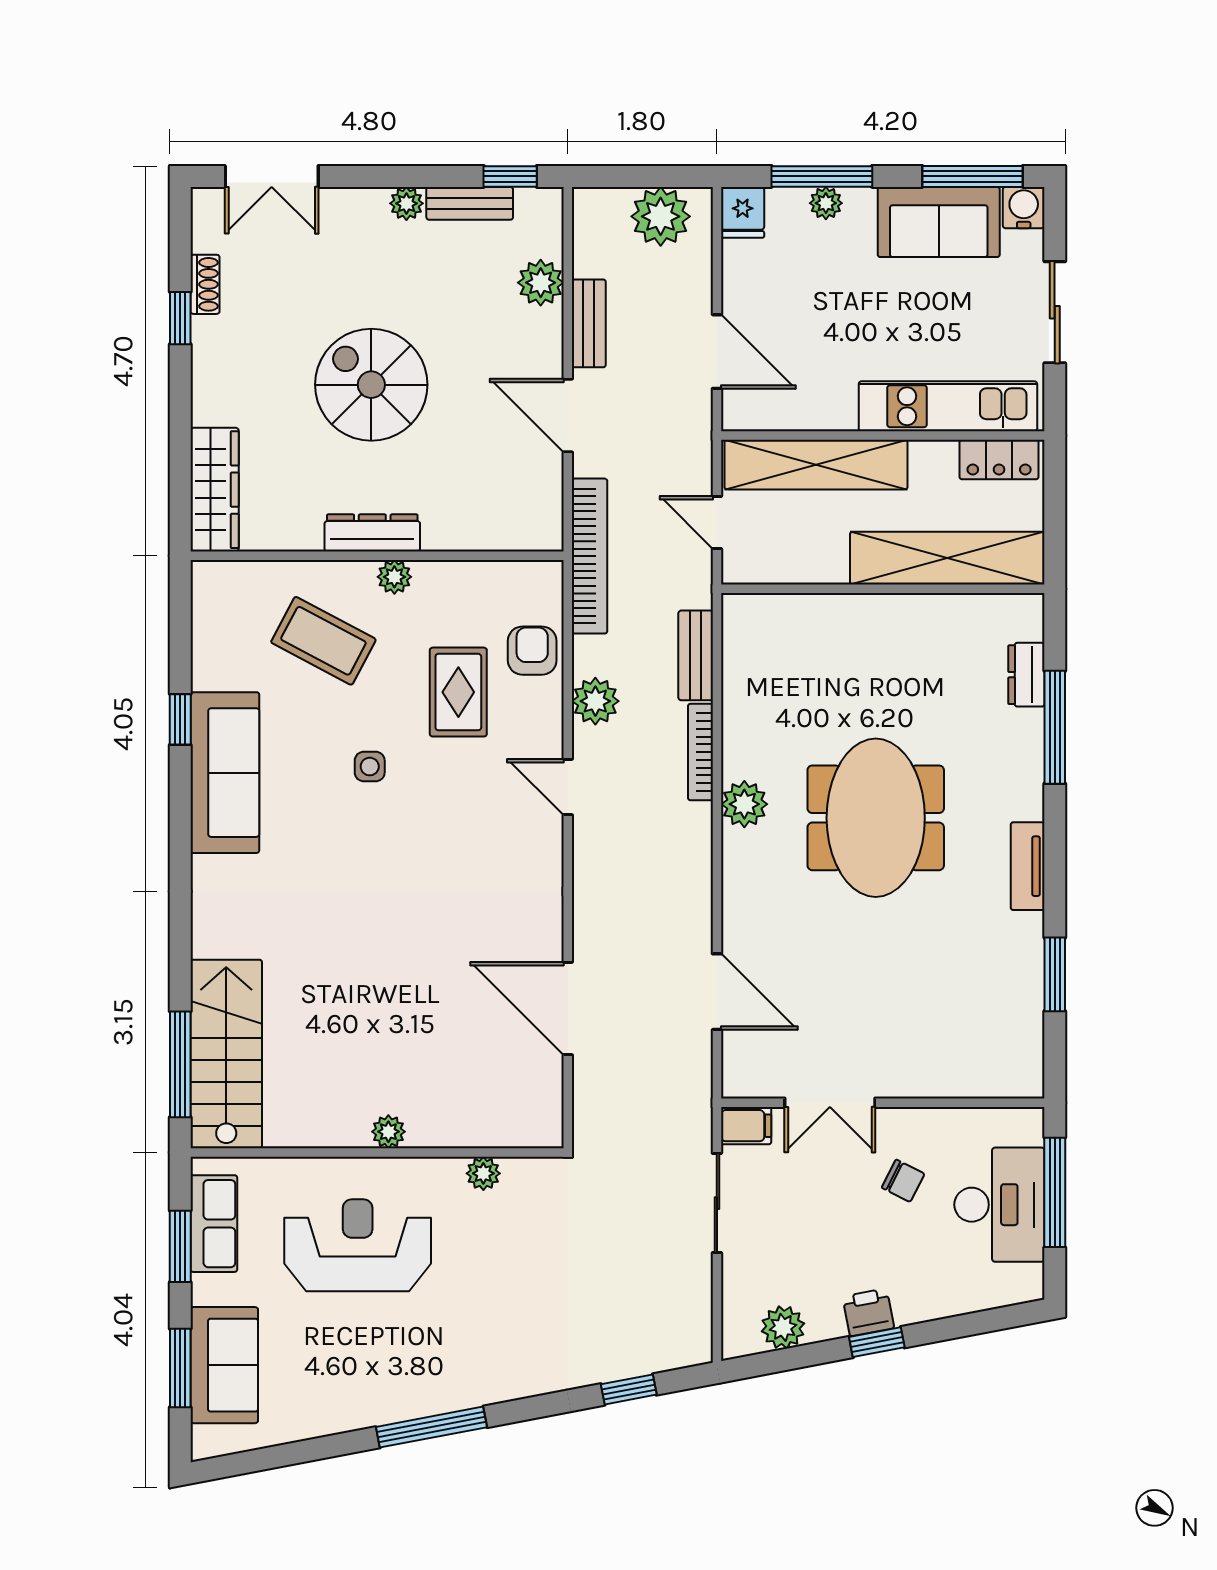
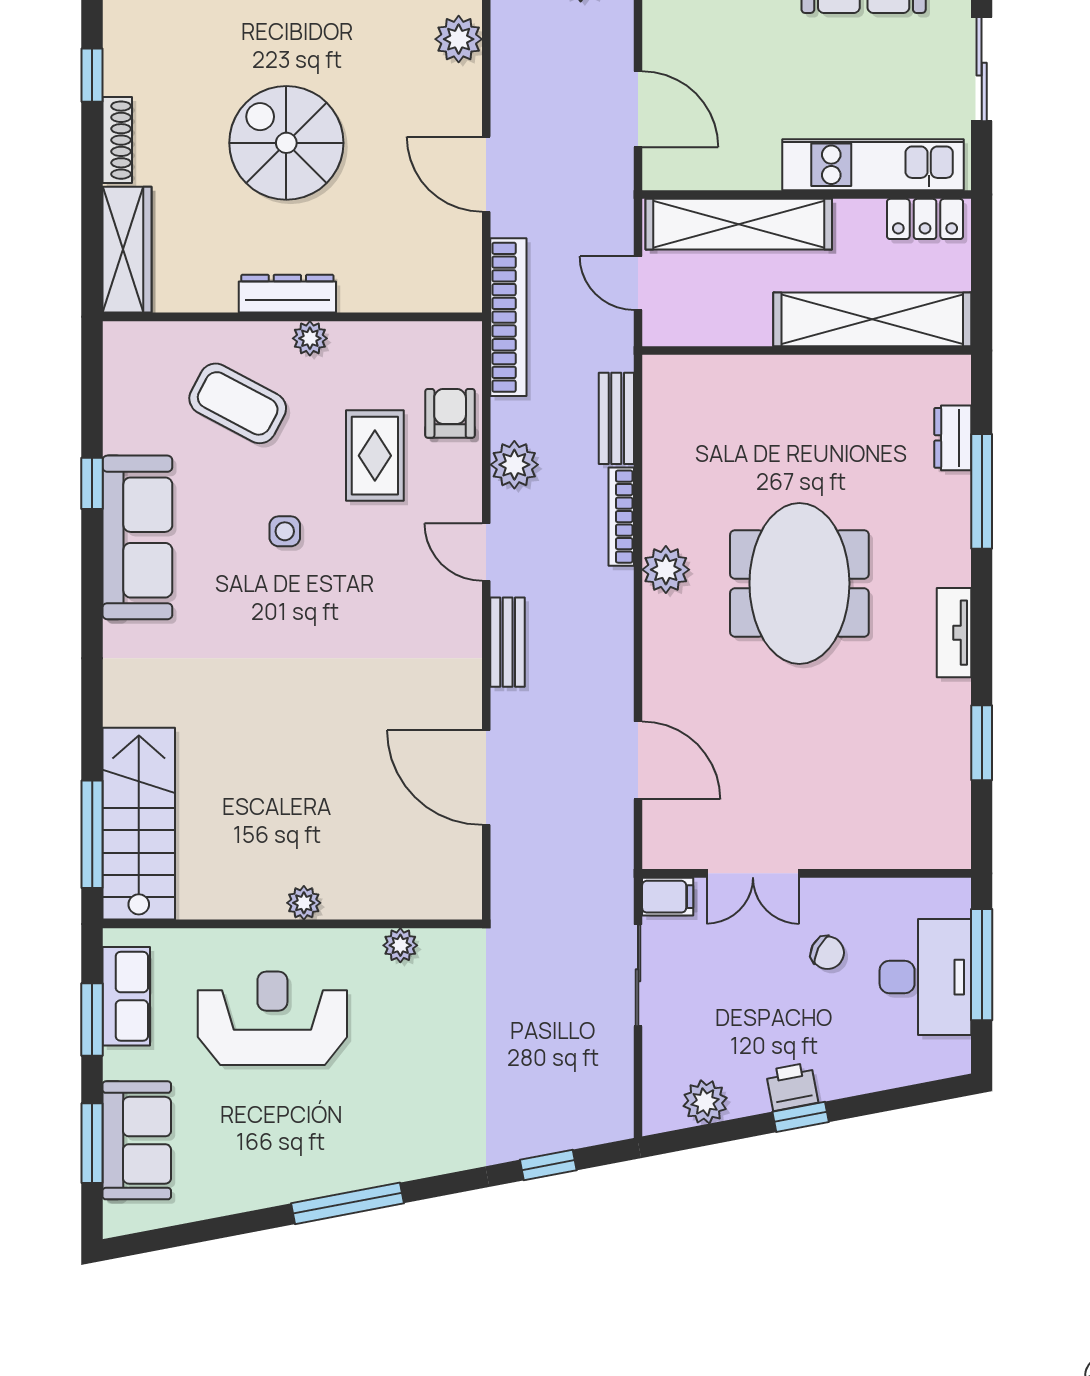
shoe rack: (205, 284) -> (117, 140), moved, width x1.43
bench: (589, 323) -> (508, 642), moved

